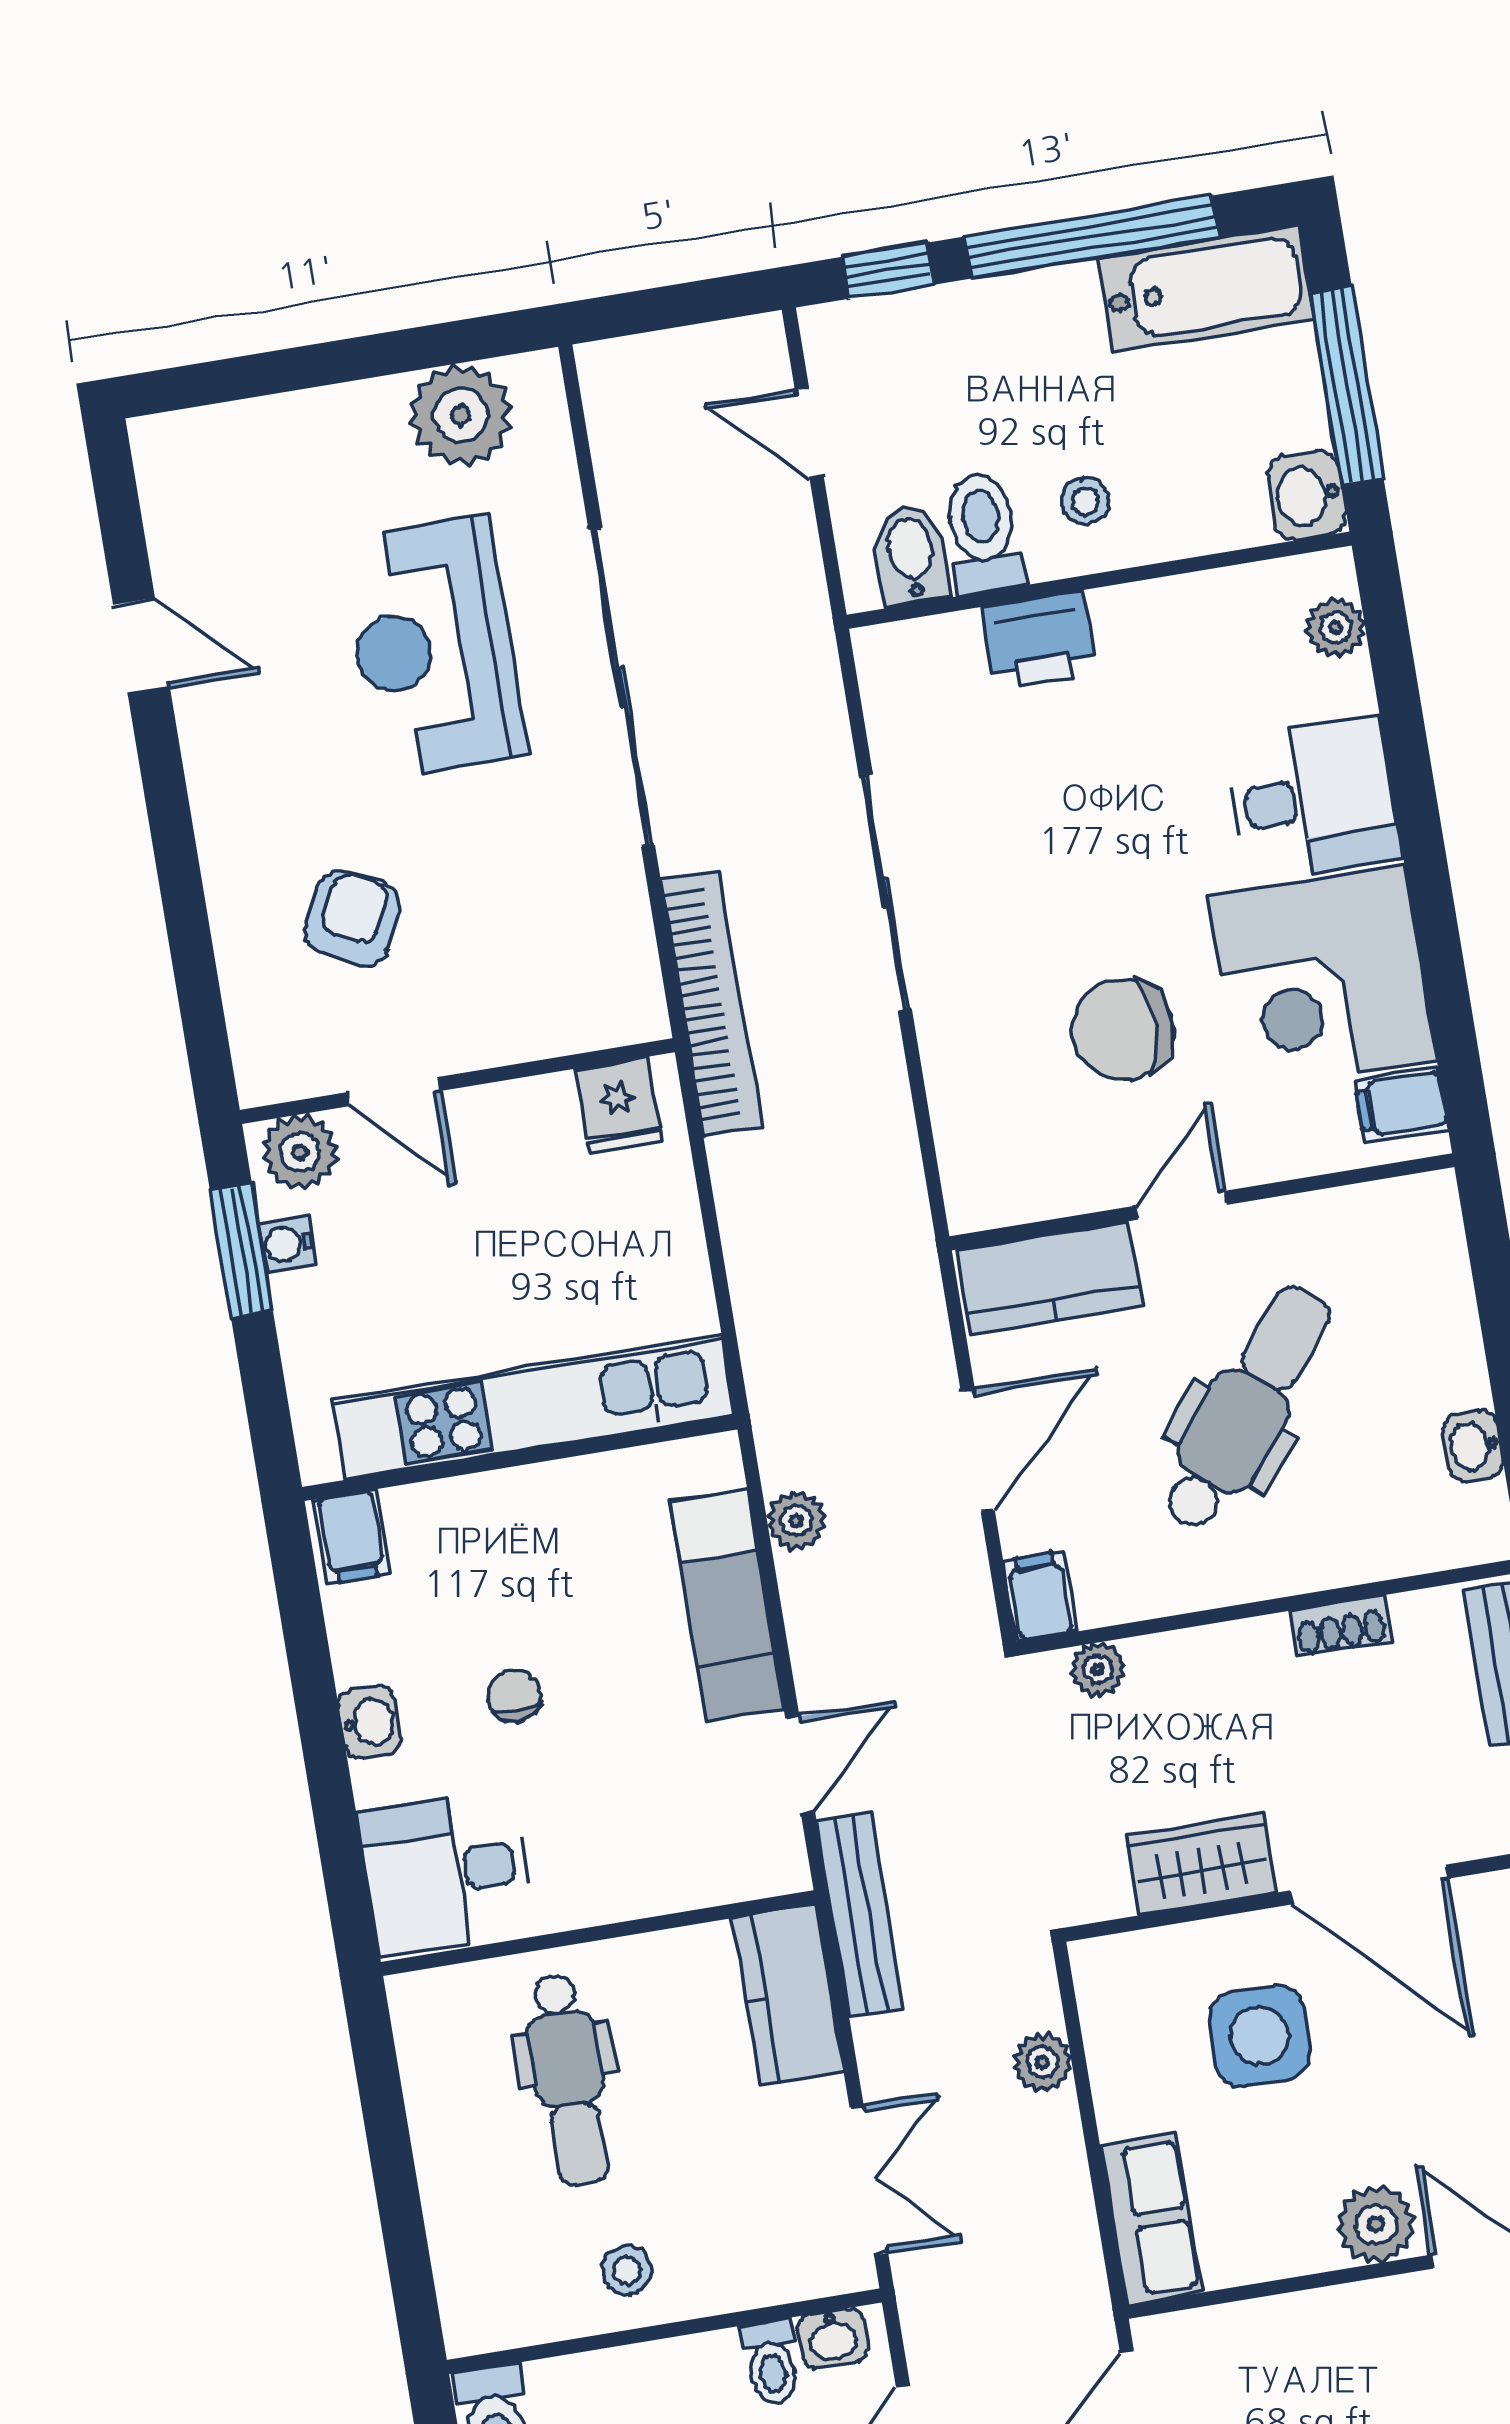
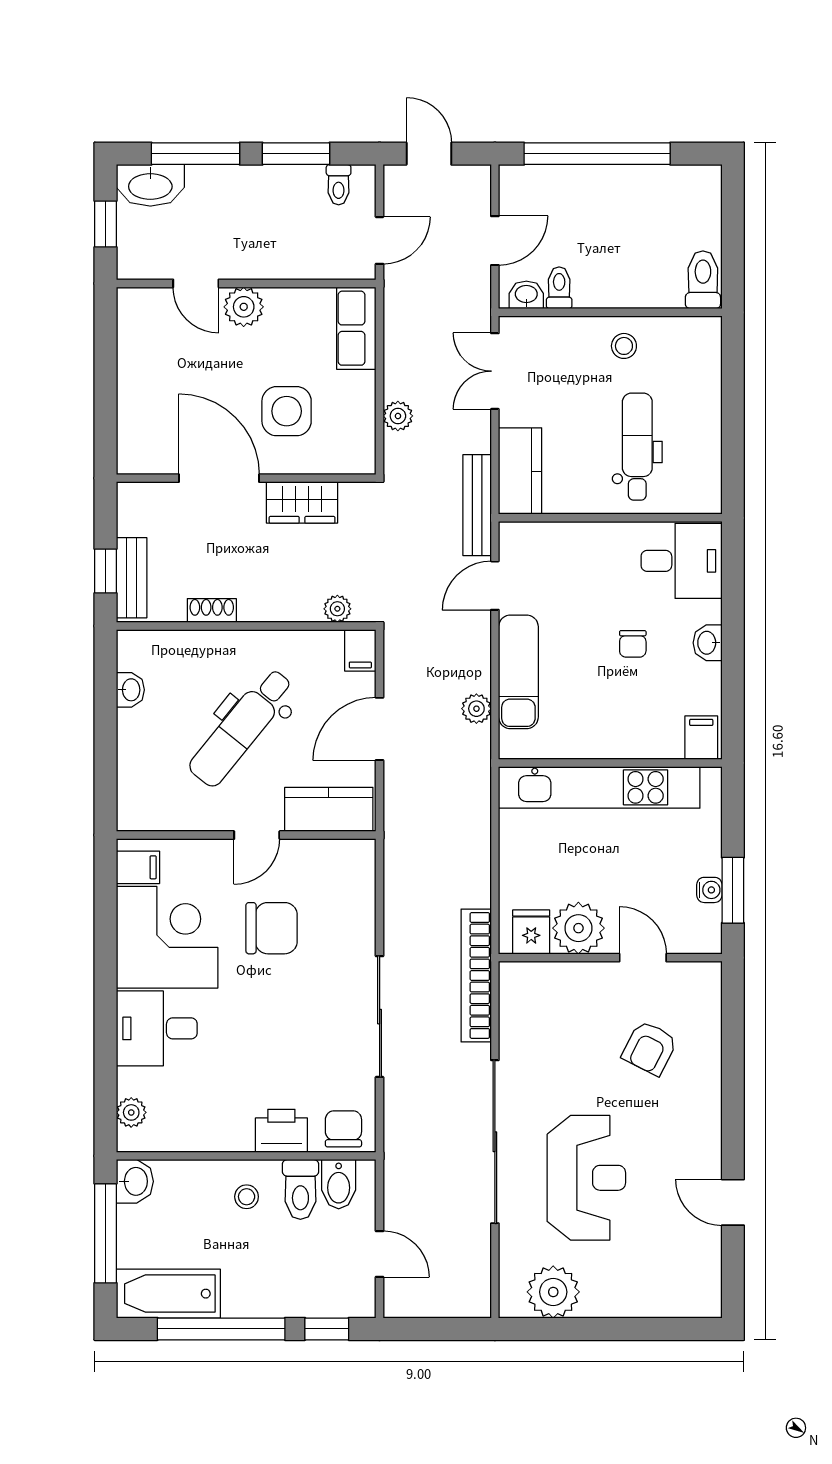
chair: (919, 664) -> (343, 1129), added
plant: (300, 1152) -> (578, 928), moved, width x1.36, depth x1.36

